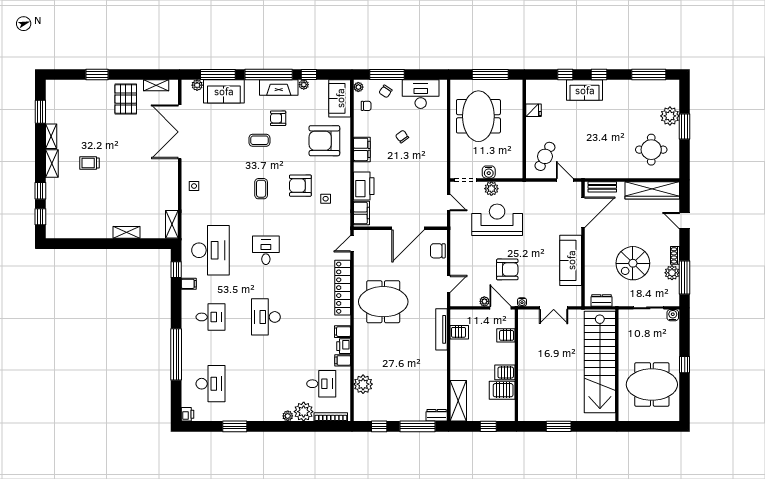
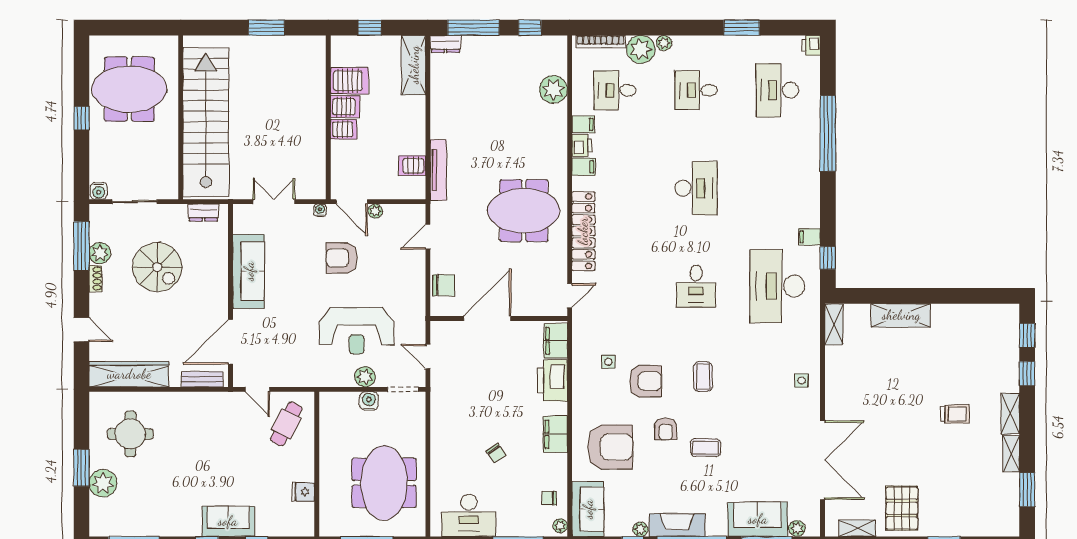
chair: (386, 91) -> (520, 519), removed
armchair: (278, 118) -> (666, 429), moved, turned 90
shelving: (126, 232) -> (901, 315), width x1.50, depth x1.33
spiral stairs: (633, 263) -> (157, 267), turned 90
desk: (211, 317) -> (696, 90), moved
server rack: (506, 335) -> (344, 129), moved

